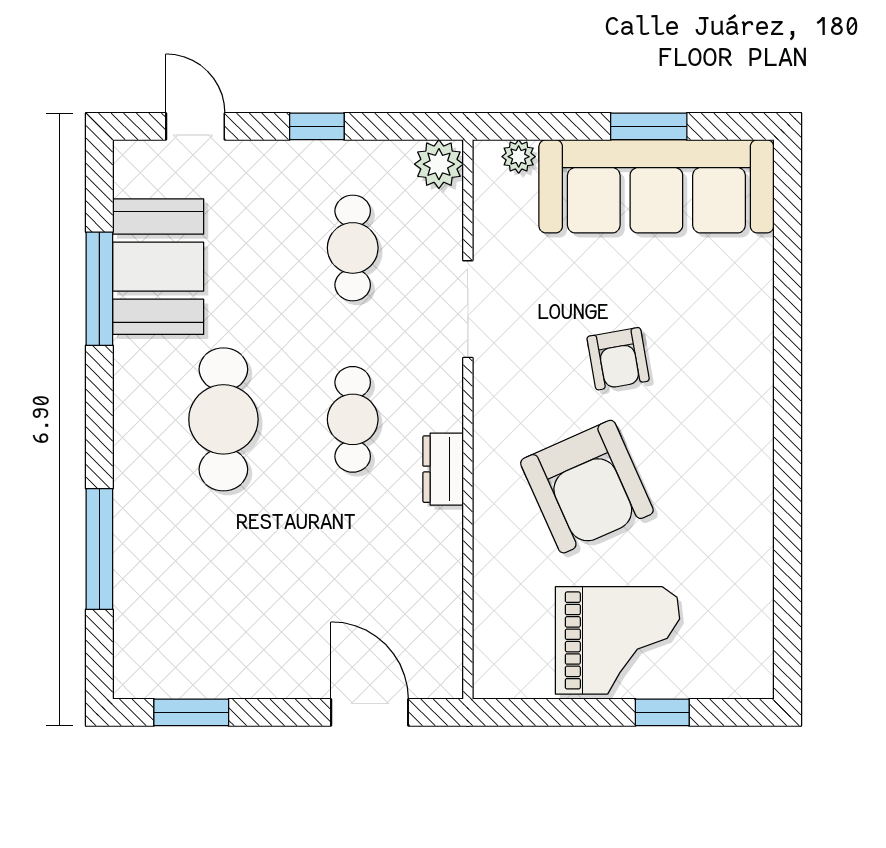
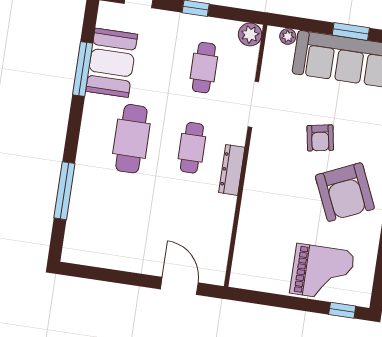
dresser: (443, 469) -> (232, 170), width x1.44
armchair: (587, 487) -> (345, 192), moved
grand piano: (617, 640) -> (322, 272), moved
window: (191, 712) -> (96, 273), removed
window: (662, 712) -> (342, 310), moved

